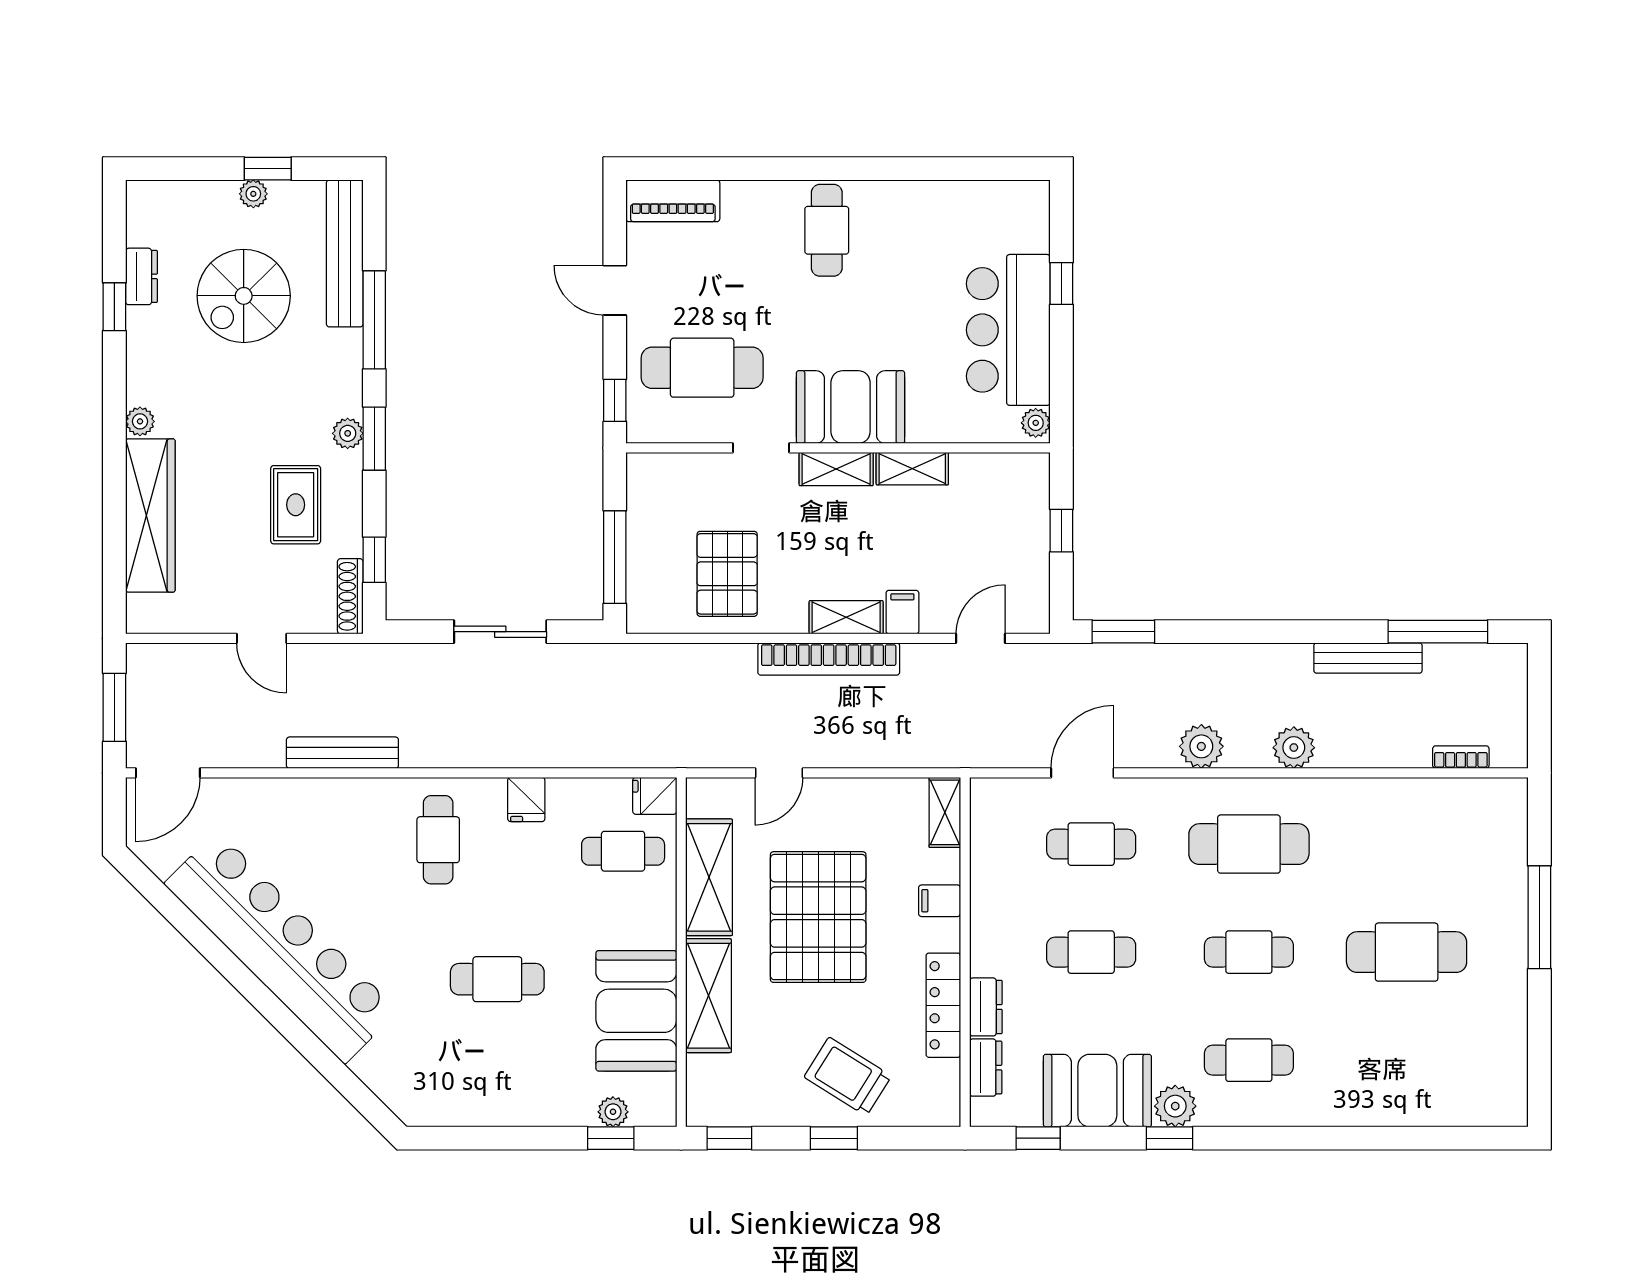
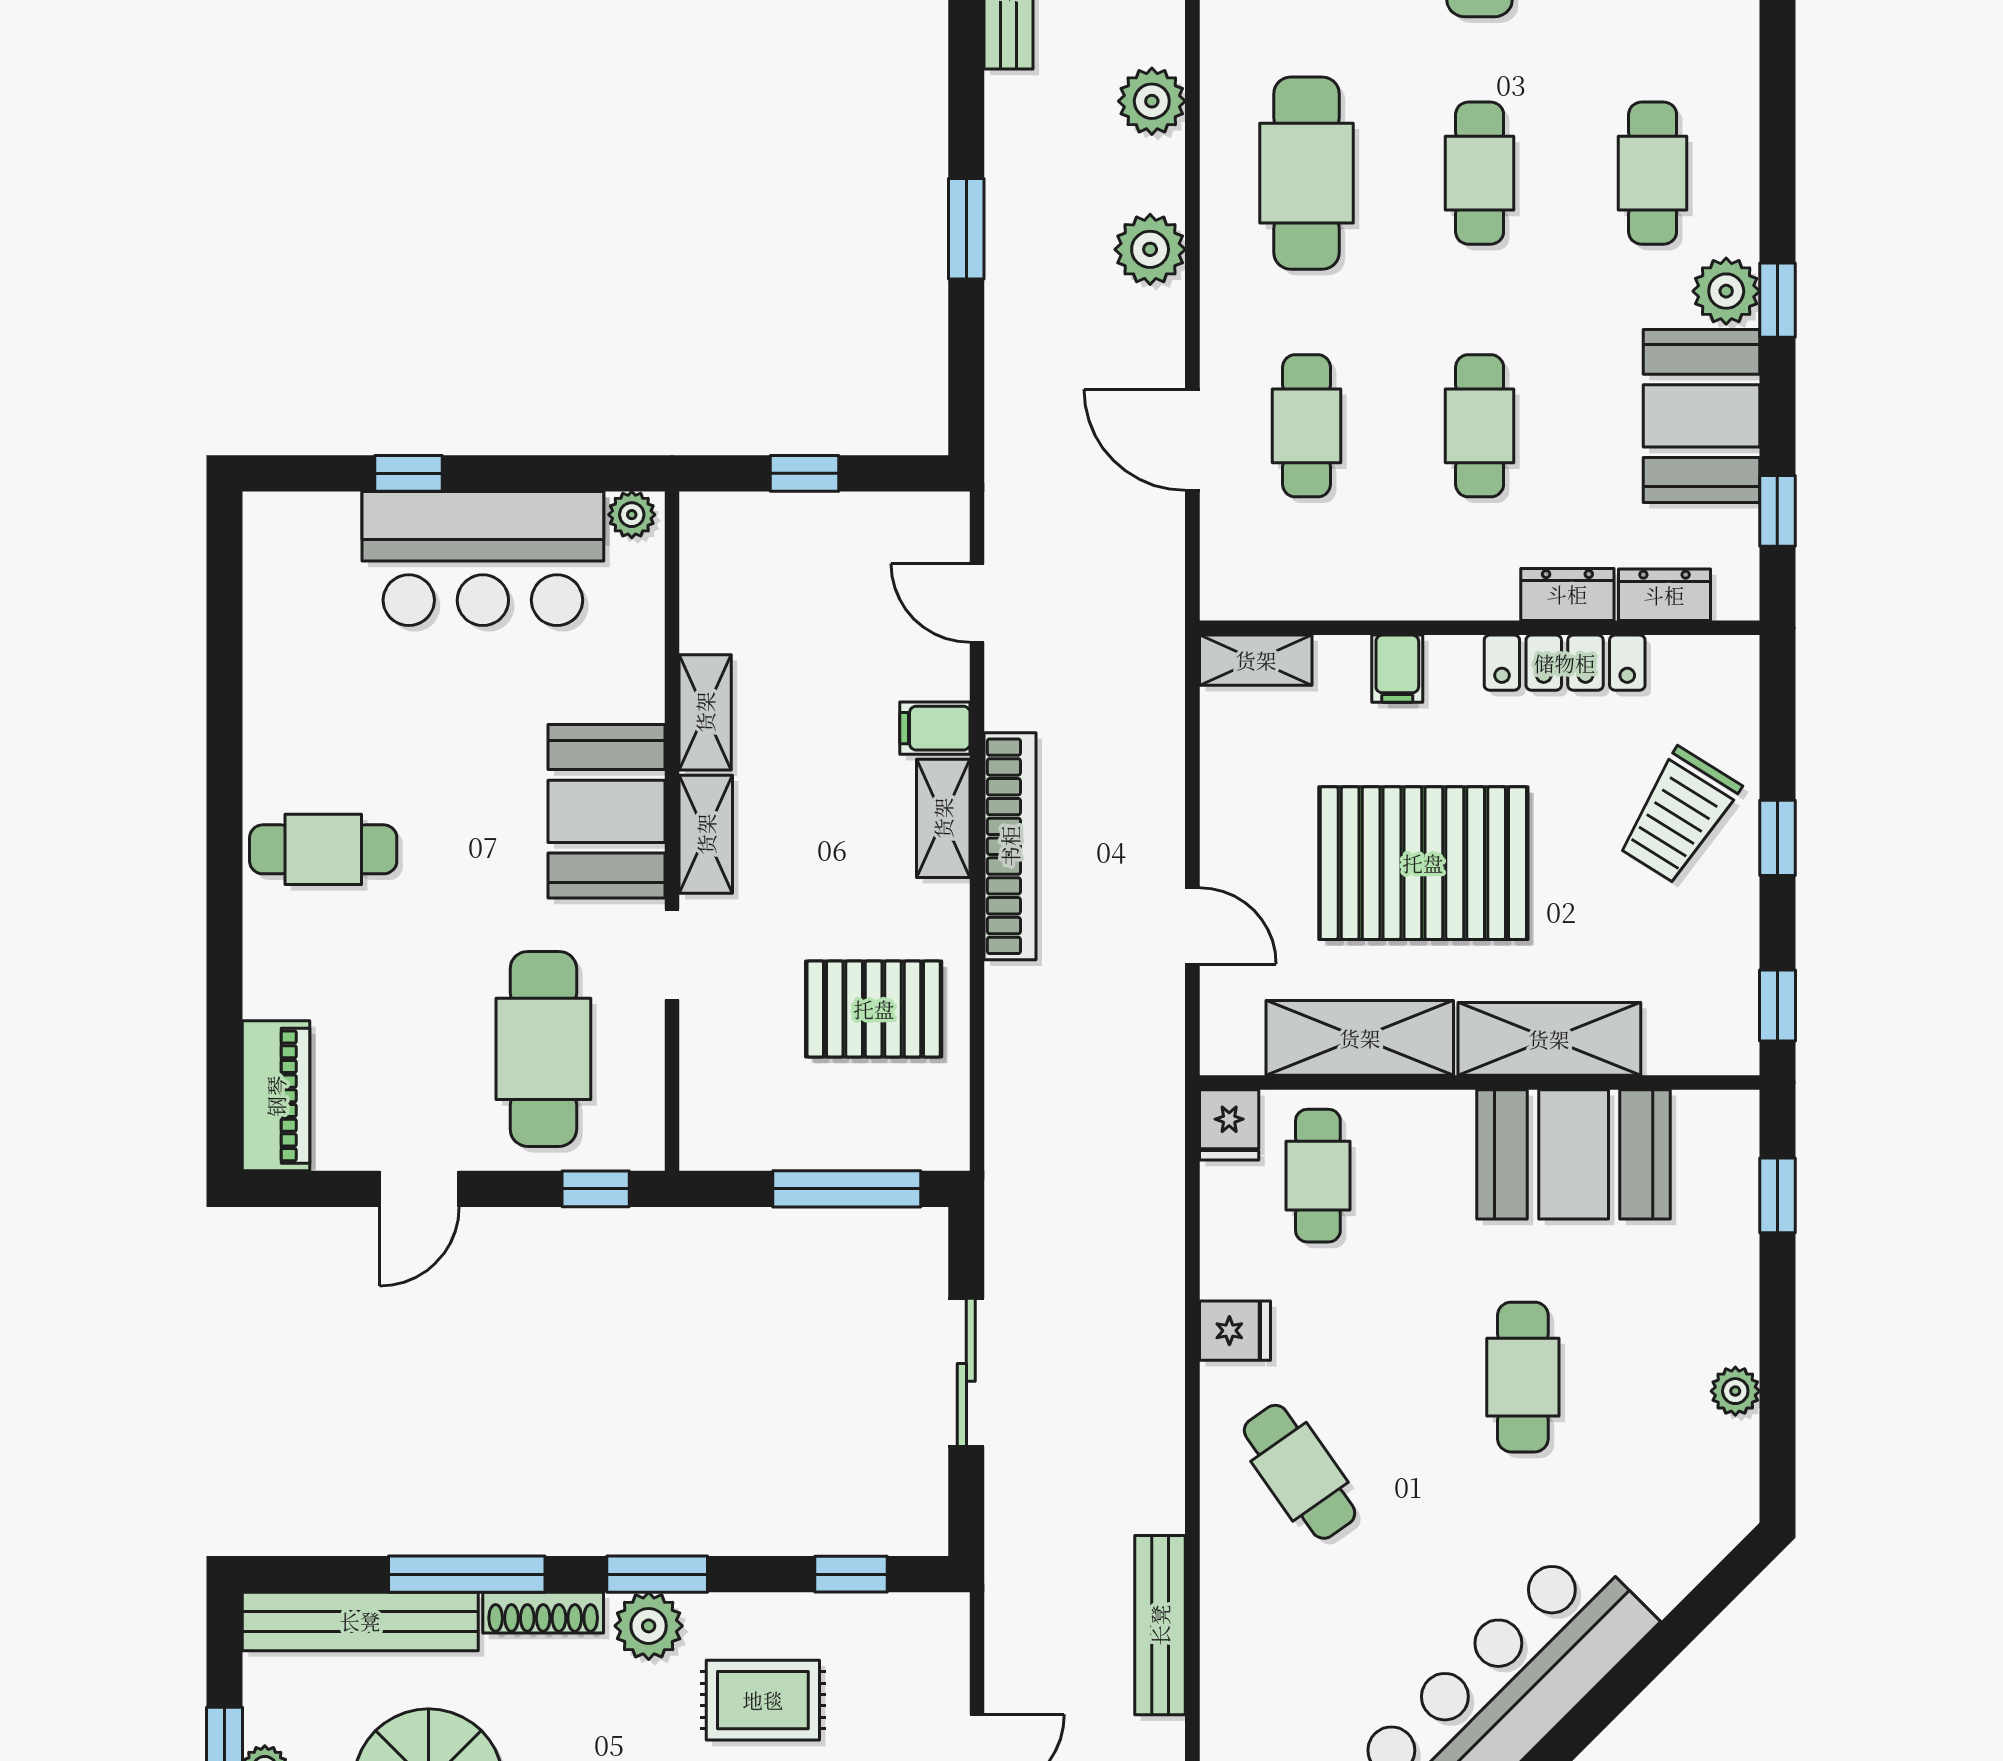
plant: (348, 433) -> (649, 1626), width x1.38, depth x1.38
shoe rack: (350, 596) -> (543, 1613), moved
window: (1123, 632) -> (966, 229), moved
cafe table: (438, 840) -> (1300, 1472), turned 55
plant: (613, 1112) -> (1735, 1391), moved

